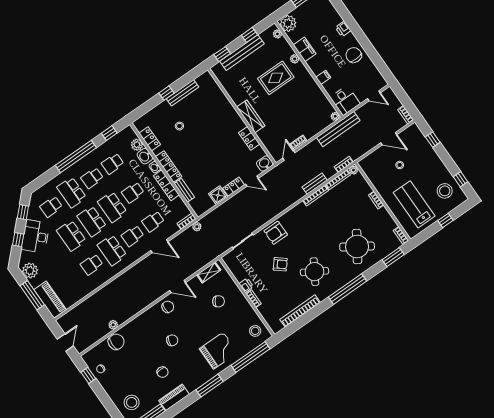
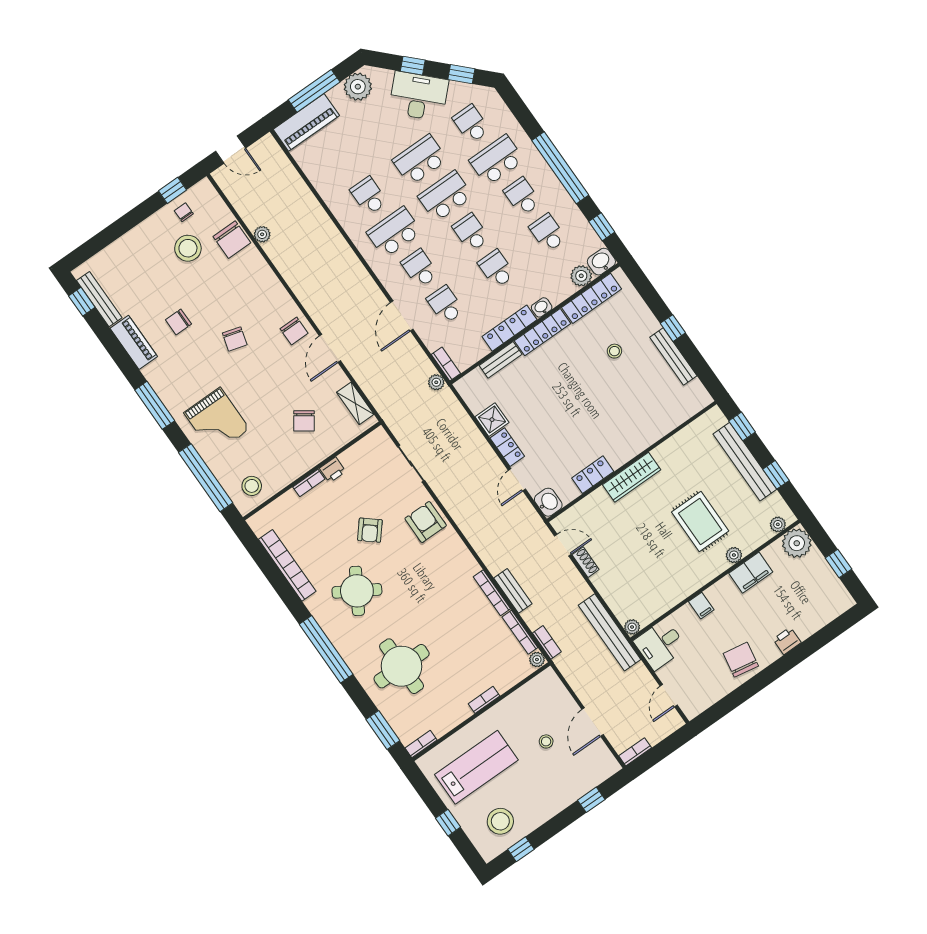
chair: (354, 55) -> (741, 660), turned -80
locker: (150, 139) -> (592, 298), width x1.53
washbasin: (145, 156) -> (601, 262), moved
school desk: (112, 207) -> (471, 232), width x0.54
round table: (357, 247) -> (402, 666), turned -33
stool: (132, 402) -> (188, 248), moved

